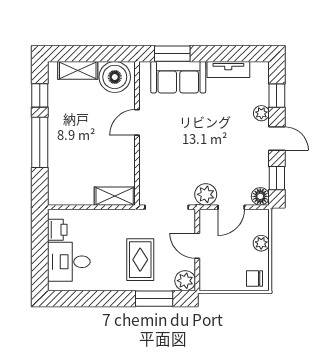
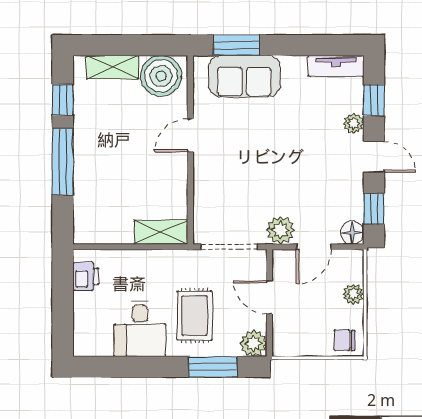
tv unit: (228, 70) -> (336, 66), moved
desk: (69, 262) -> (140, 329), moved, turned -90

